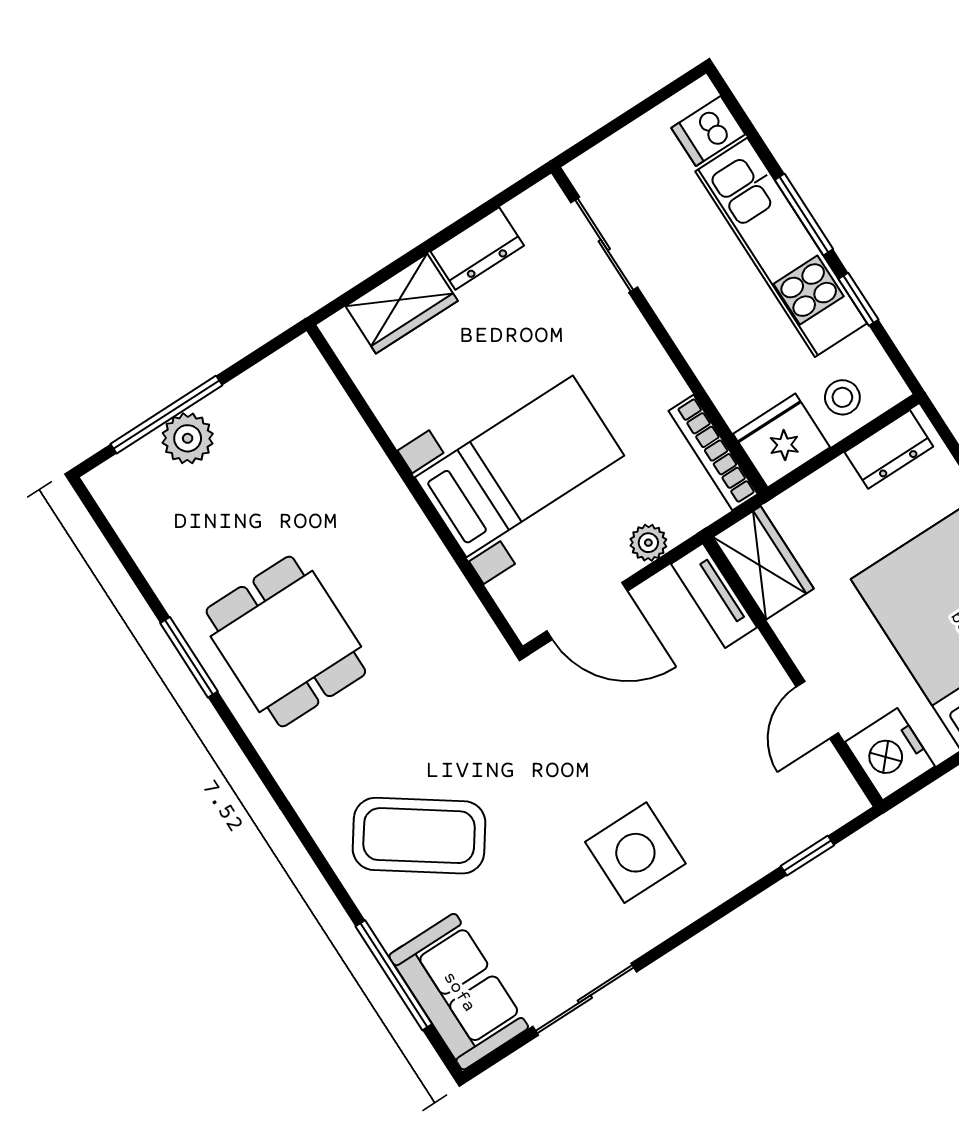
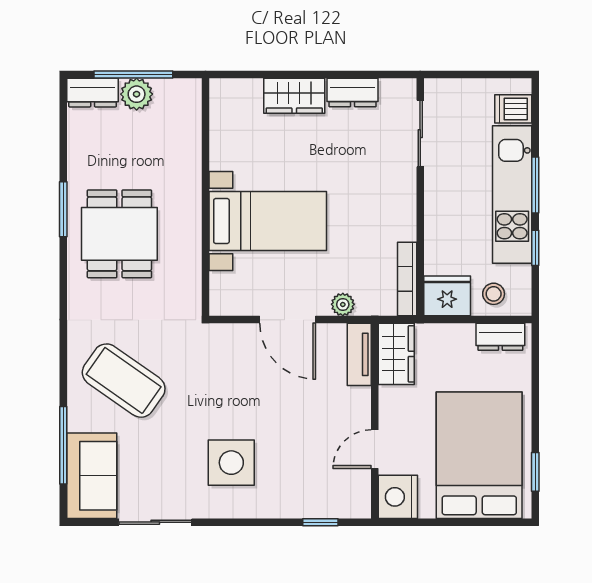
bed with nightstands: (520, 466) -> (268, 221), moved
dresser: (127, 474) -> (93, 93), added
wall: (415, 488) -> (205, 197), moved

